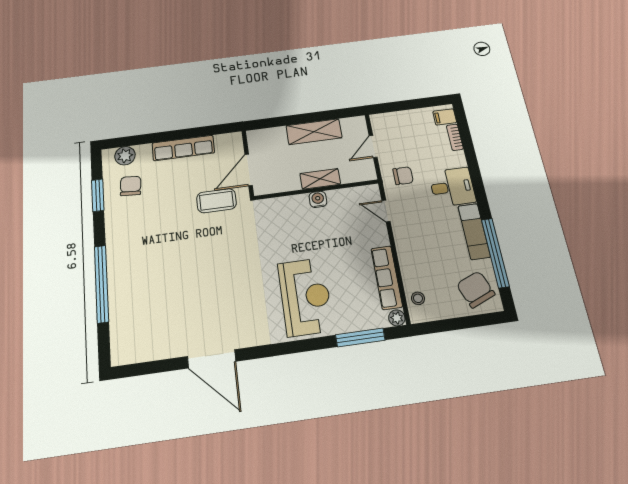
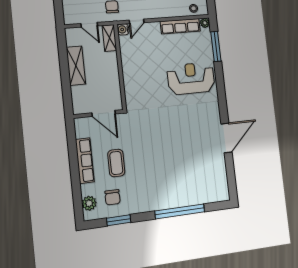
shelving: (320, 179) -> (109, 38), moved
chair: (131, 186) -> (113, 197), turned -94
water cooler: (318, 199) -> (123, 29), moved
coffee table: (216, 201) -> (116, 163), moved

